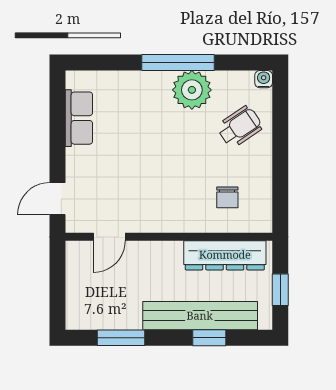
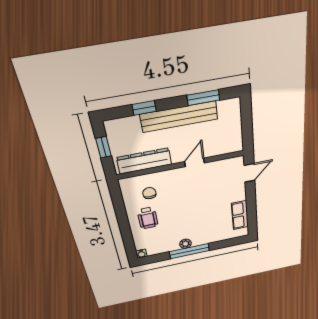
plant: (192, 90) -> (185, 244), width x0.53, depth x0.53
wheelchair: (240, 127) -> (148, 218), moved, turned -56
door: (109, 237) -> (195, 162), moved
bench: (200, 316) -> (179, 117), moved

